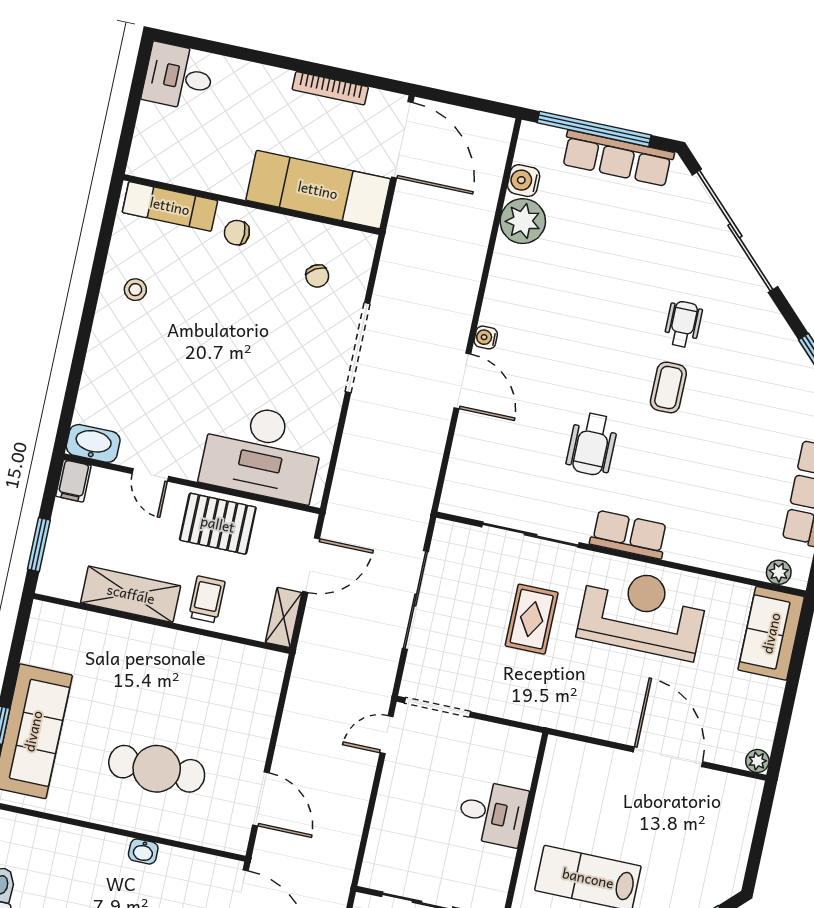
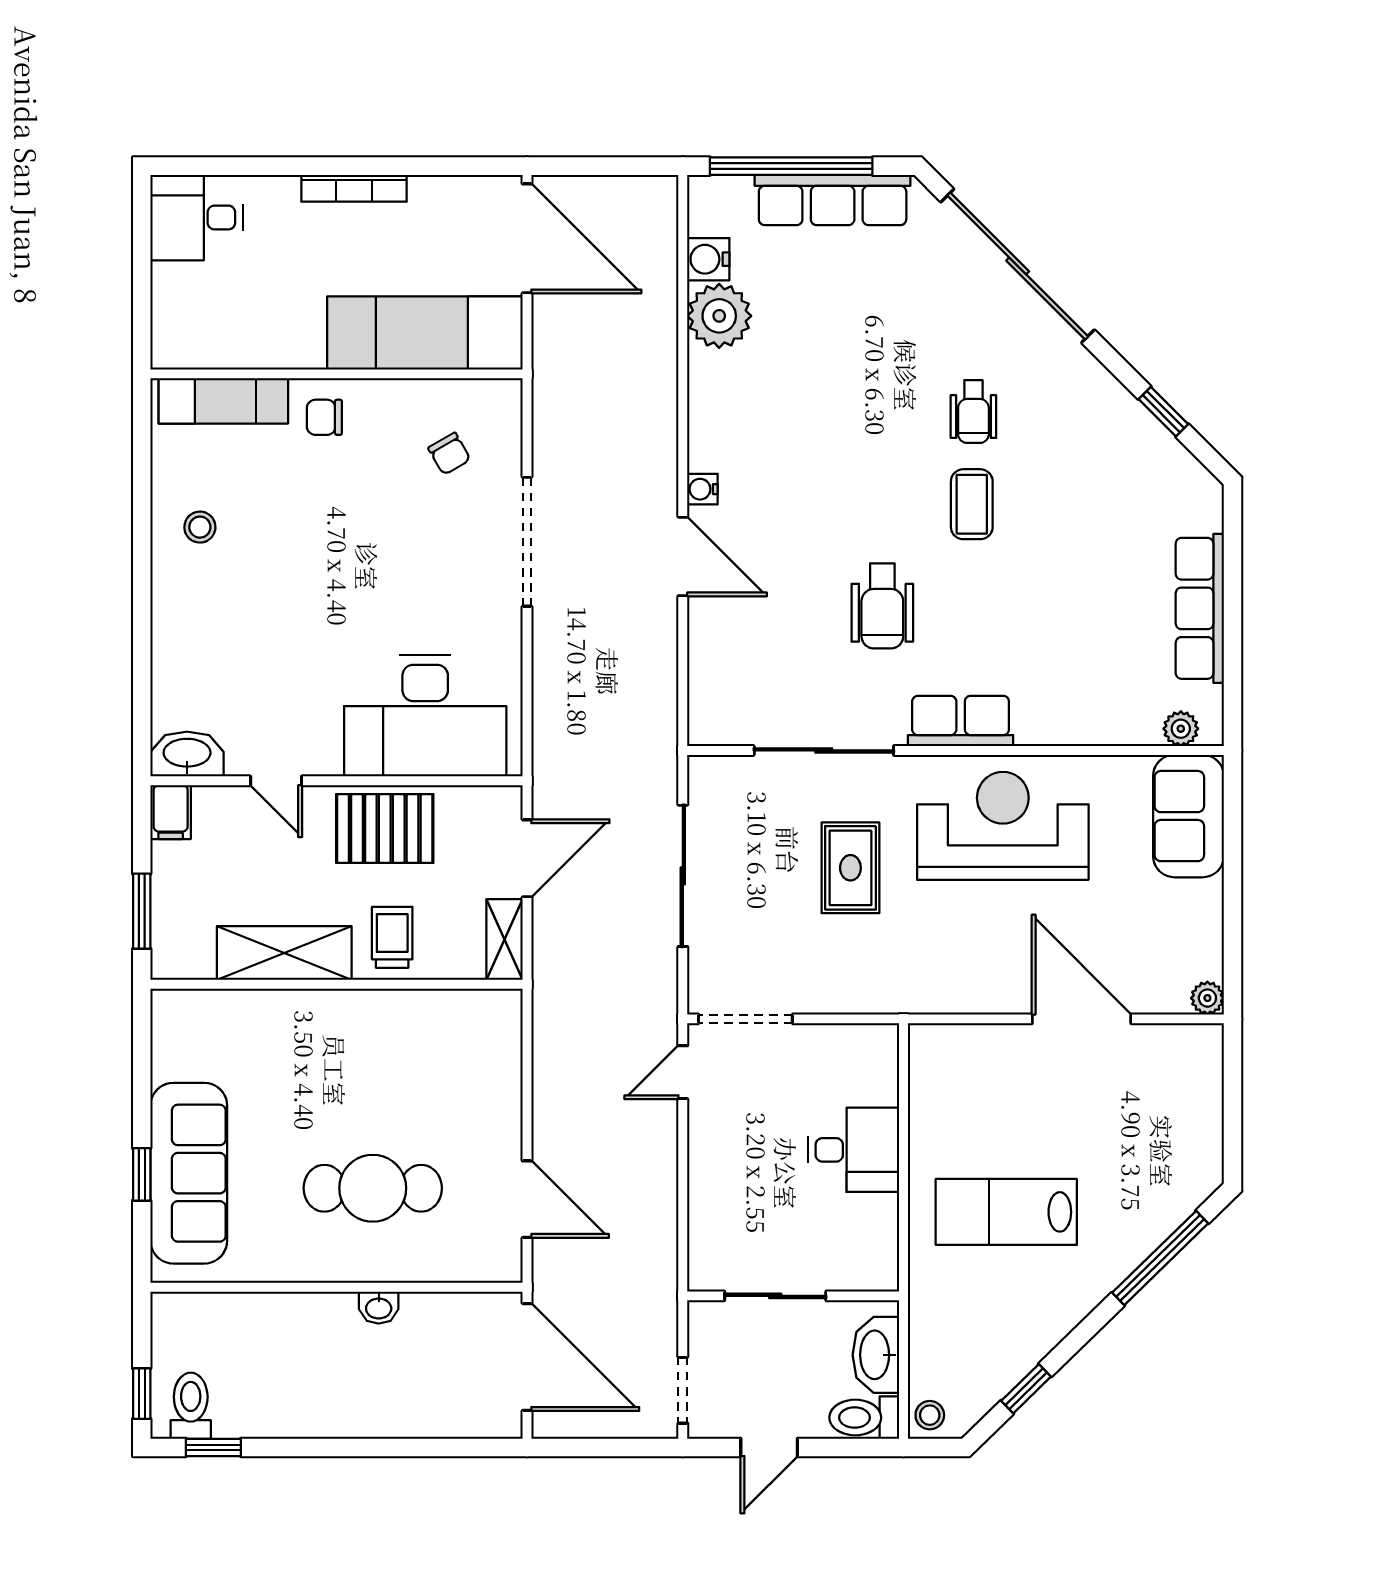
bookcase: (330, 88) -> (354, 188), moved
wheelchair: (683, 324) -> (973, 412), turned 180

